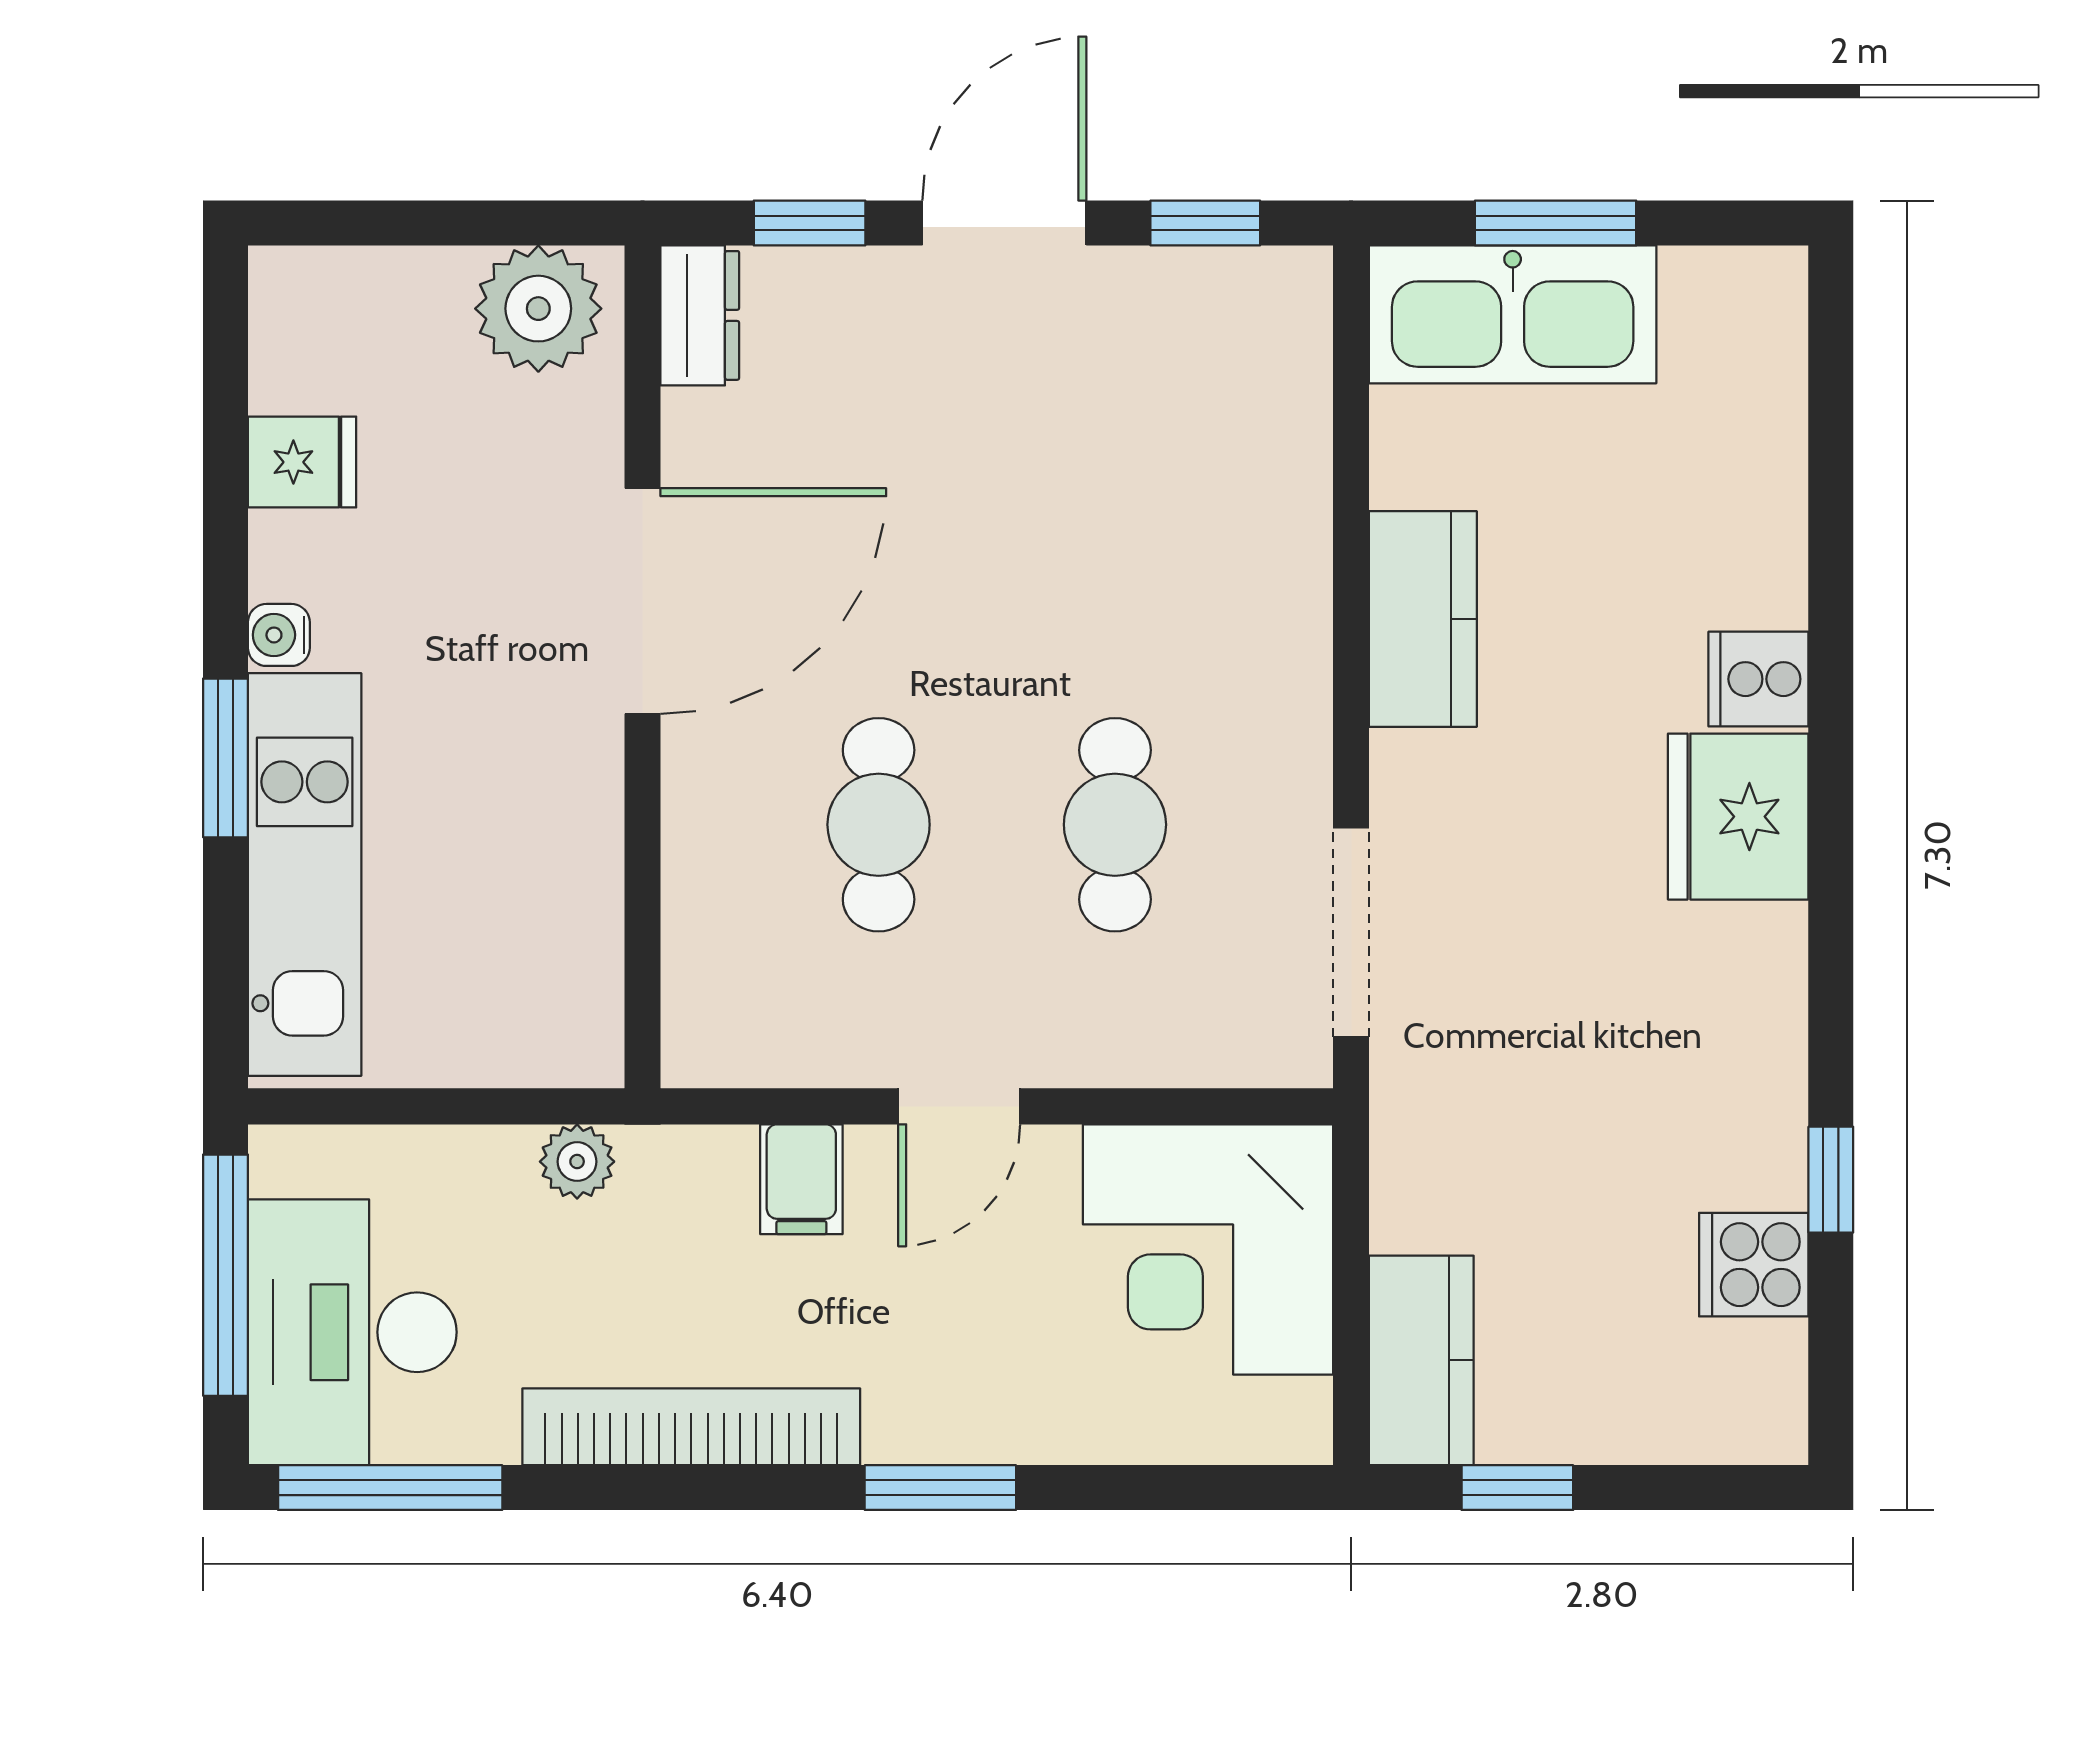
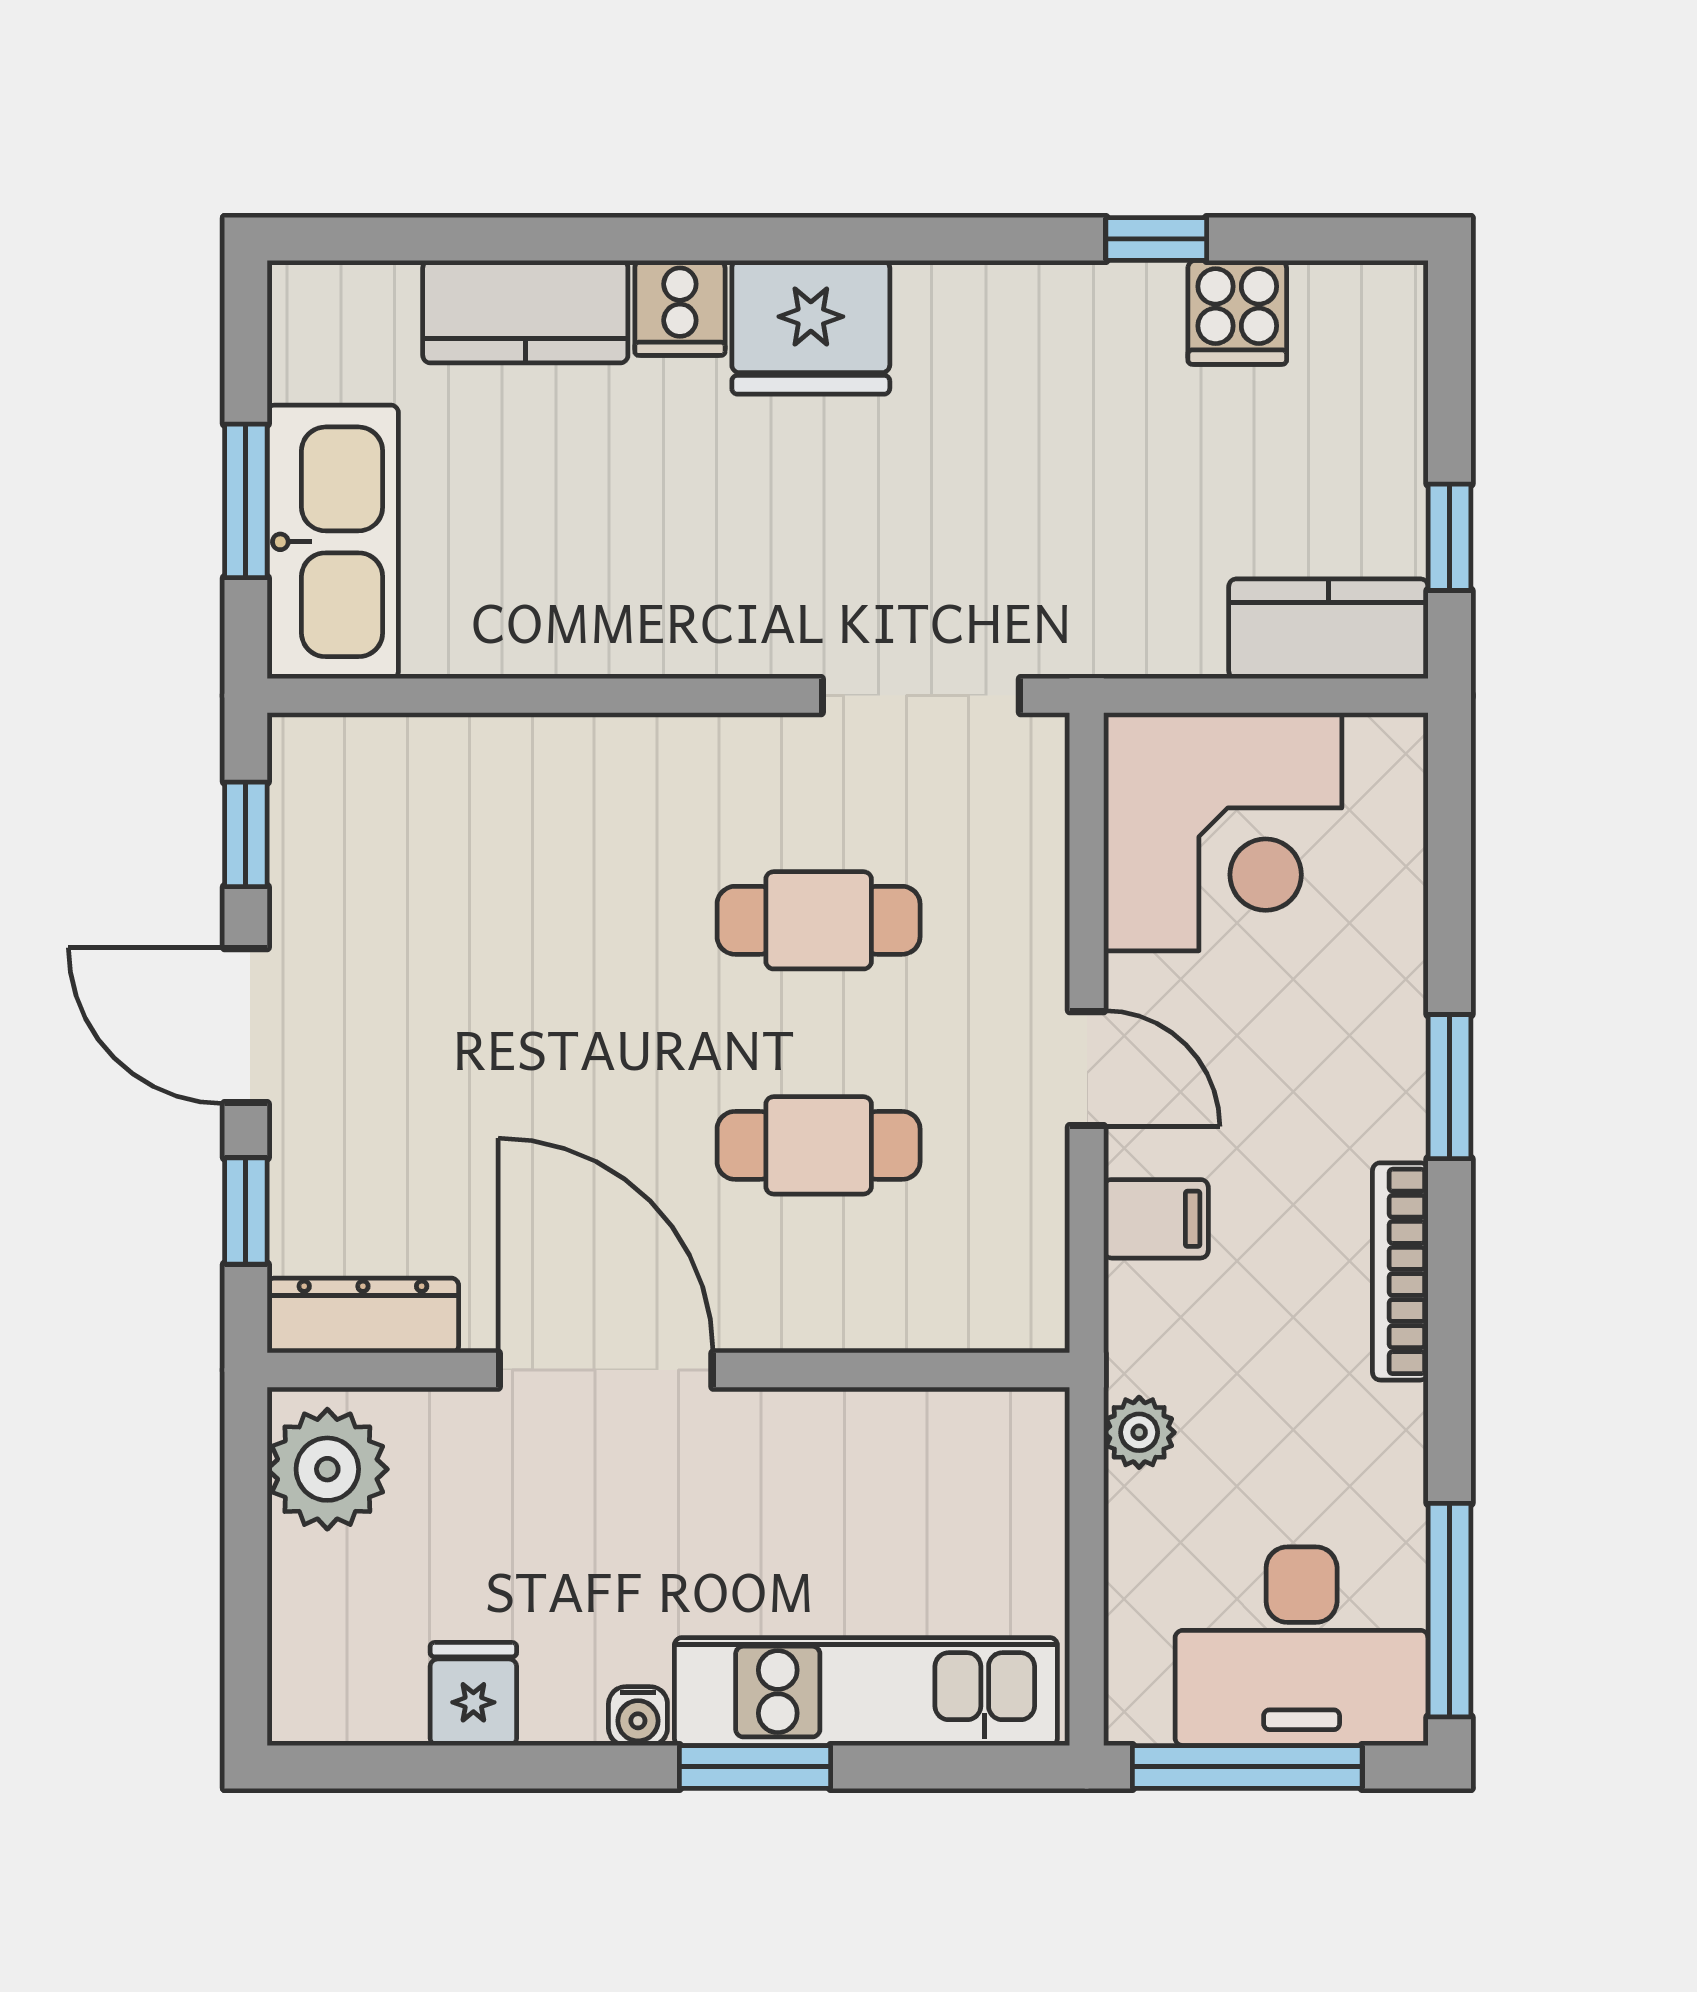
dresser: (700, 315) -> (363, 1315), width x1.44
kitchen counter: (1423, 619) -> (525, 312), moved, turned 180
bookcase: (691, 1427) -> (1400, 1271), width x0.68, depth x0.76

